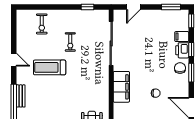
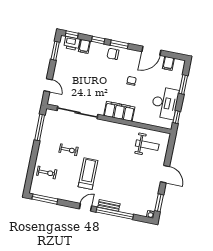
window: (88, 7) -> (40, 127), width x2.17
window: (14, 28) -> (45, 199), added
printer: (182, 50) -> (72, 43), moved
door: (14, 60) -> (86, 207), moved
treadmill: (50, 67) -> (88, 174), turned 180

